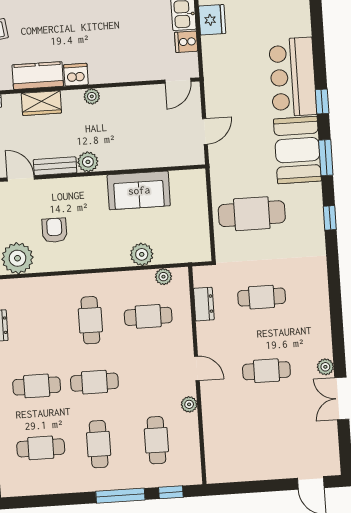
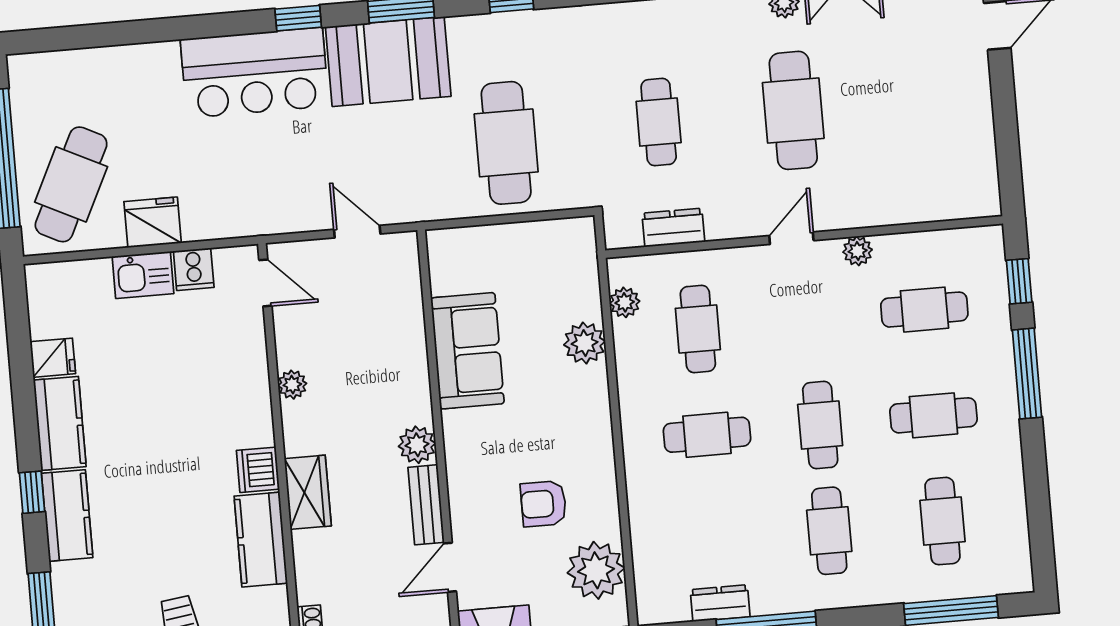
plant: (92, 96) -> (292, 385), moved
wardrobe: (41, 103) -> (308, 492), moved
cafe table: (266, 371) -> (793, 110), width x1.37, depth x1.35

